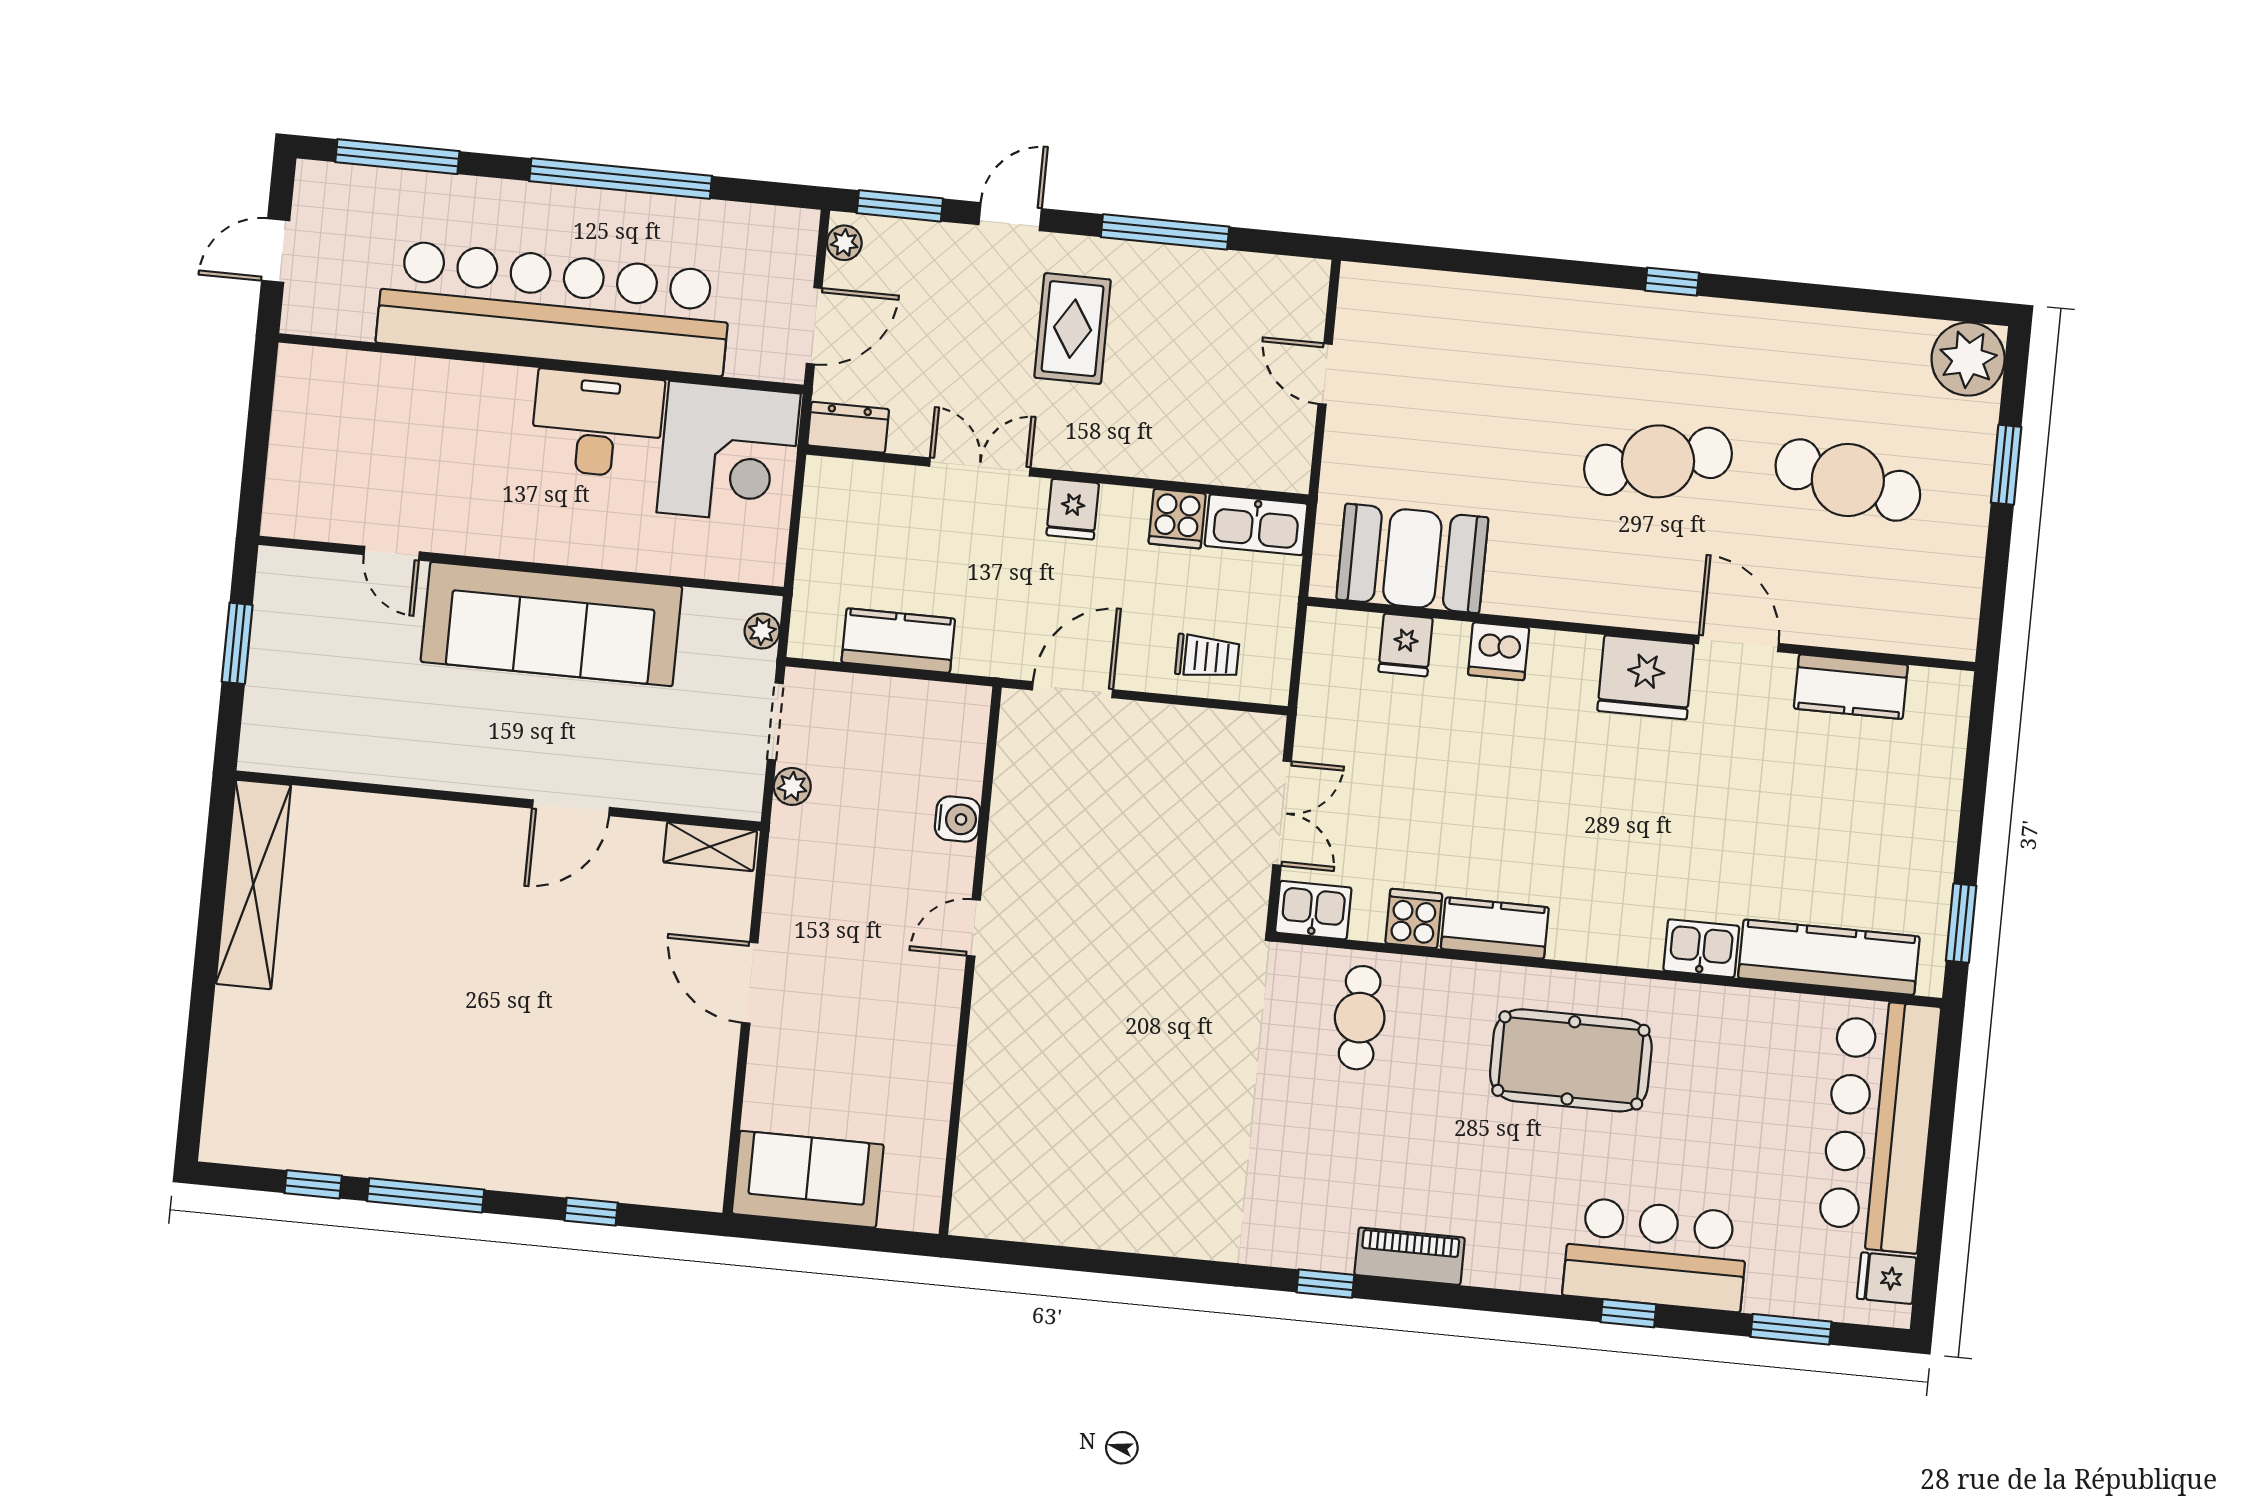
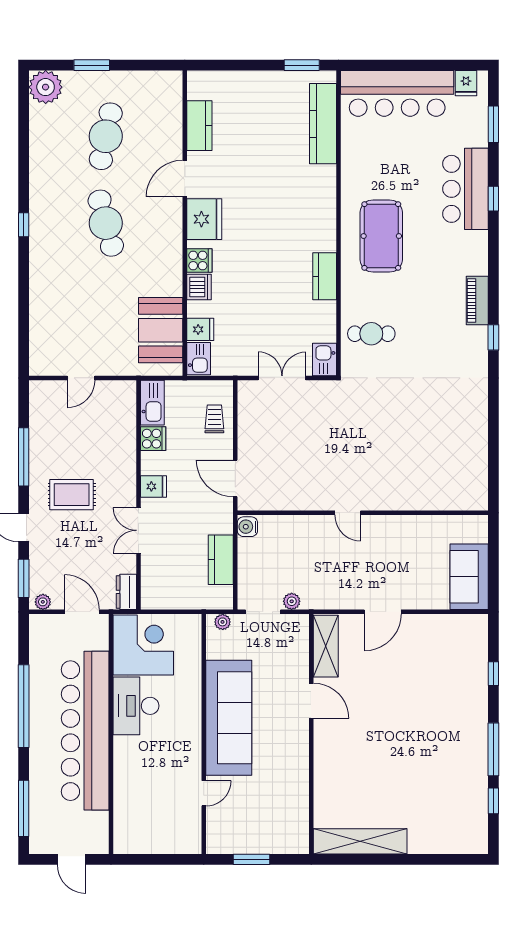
water cooler: (958, 819) -> (247, 527), moved, turned -90
shelving: (710, 847) -> (326, 646), width x1.50, depth x1.33
cooker: (1414, 919) -> (199, 260), moved, turned 180
kitchen sink: (1701, 948) -> (199, 359), moved, turned 180

